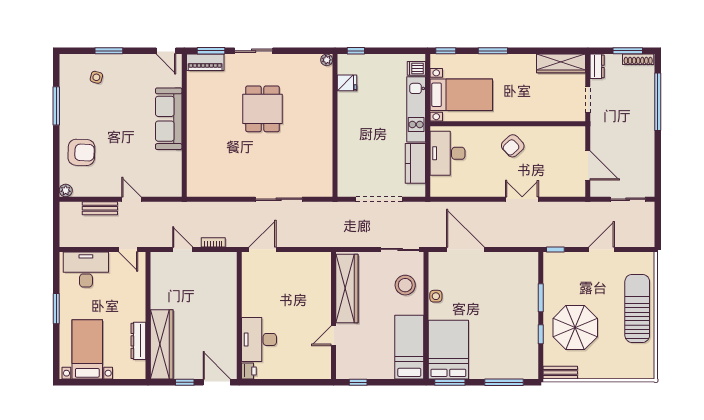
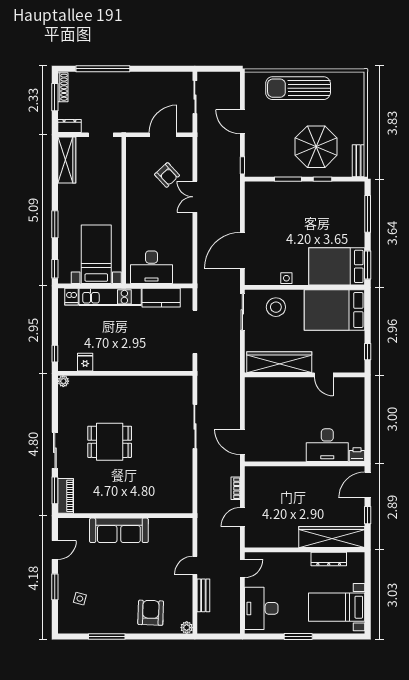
door: (166, 51) -> (55, 550), moved
armchair: (513, 146) -> (167, 175), moved
bed: (409, 347) -> (334, 310), width x1.50

